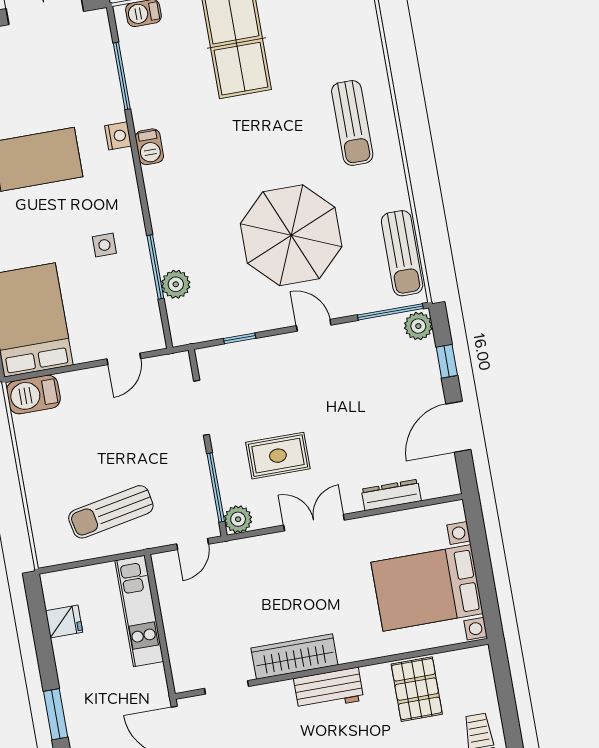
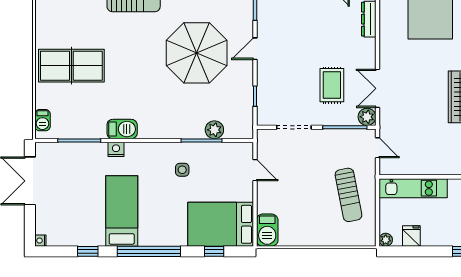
barbecue: (149, 147) -> (122, 129), width x1.38, depth x1.27
double door: (314, 523) -> (377, 88), moved
plant: (51, 582) -> (386, 240), added

